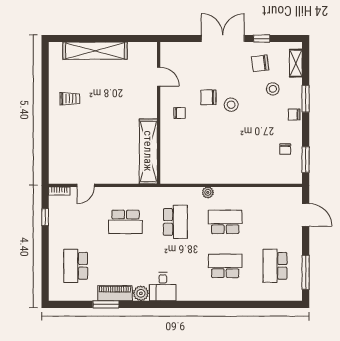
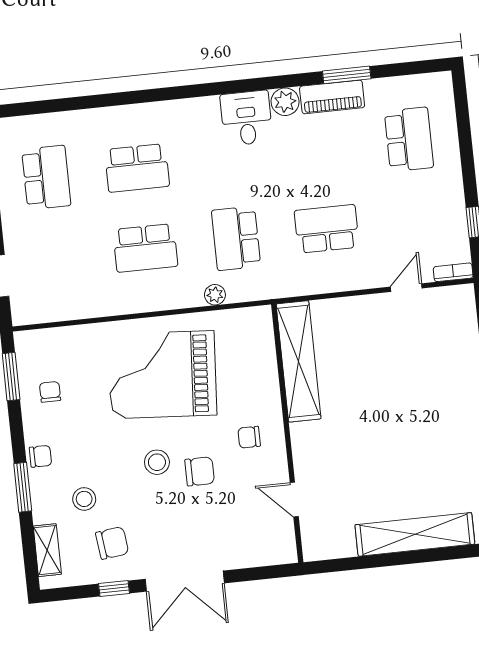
trolley: (70, 99) -> (452, 442), removed
grand piano: (223, 152) -> (162, 375), added
plant: (208, 192) -> (215, 295), moved

